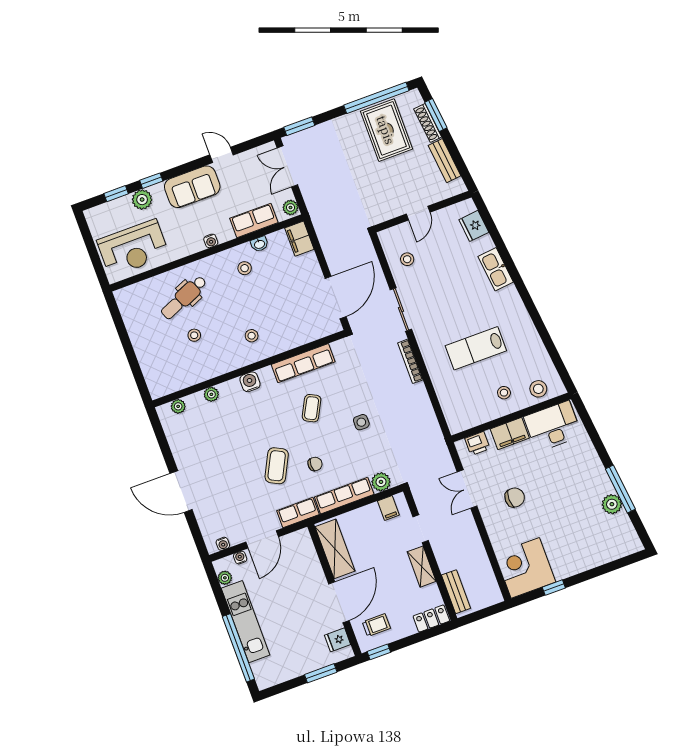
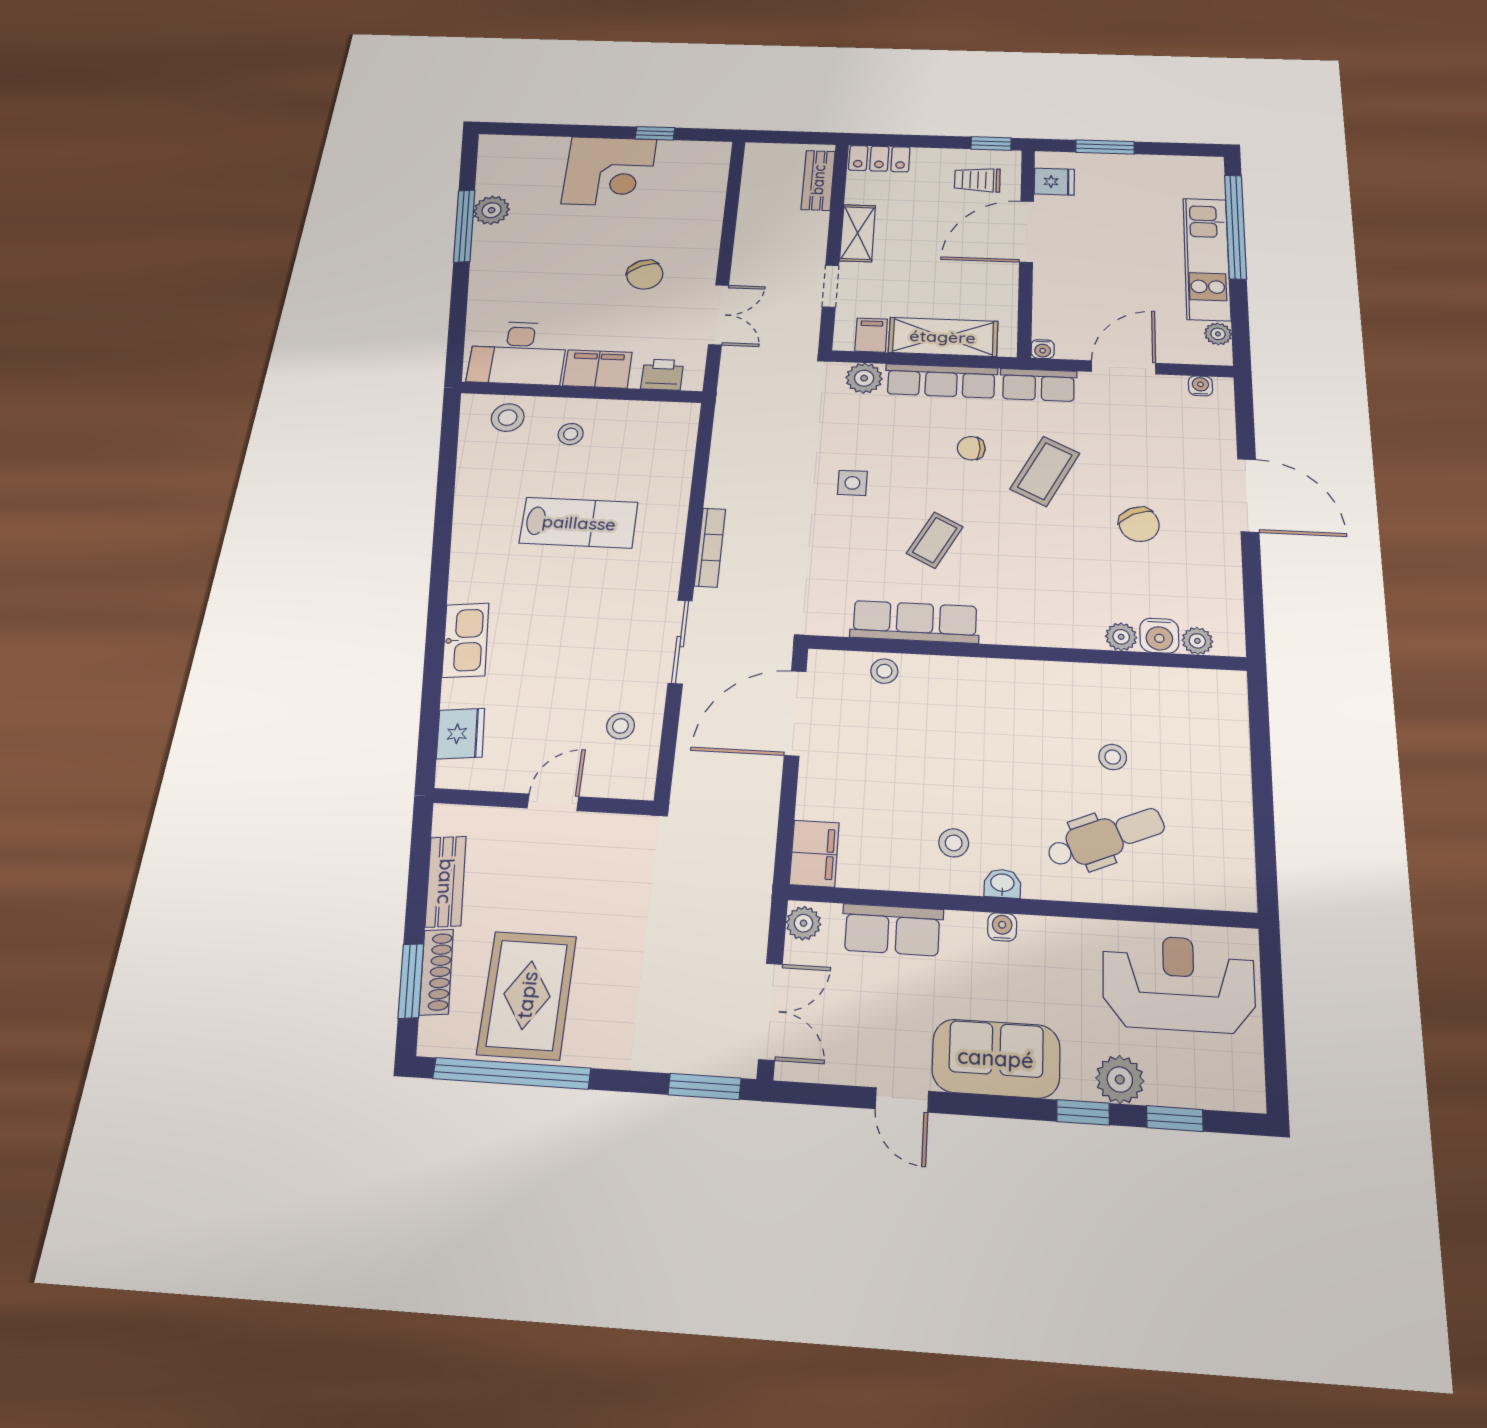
washbasin: (259, 244) -> (1002, 883), moved
stool: (252, 336) -> (884, 671), moved
water cooler: (250, 382) -> (1159, 636), moved
chair: (224, 455) -> (1139, 524), added
chair: (515, 497) -> (645, 275), turned -116
shelving: (335, 549) -> (943, 337), moved, turned 90
water cooler: (240, 558) -> (1043, 349), moved
corner desk: (525, 568) -> (609, 171), moved

